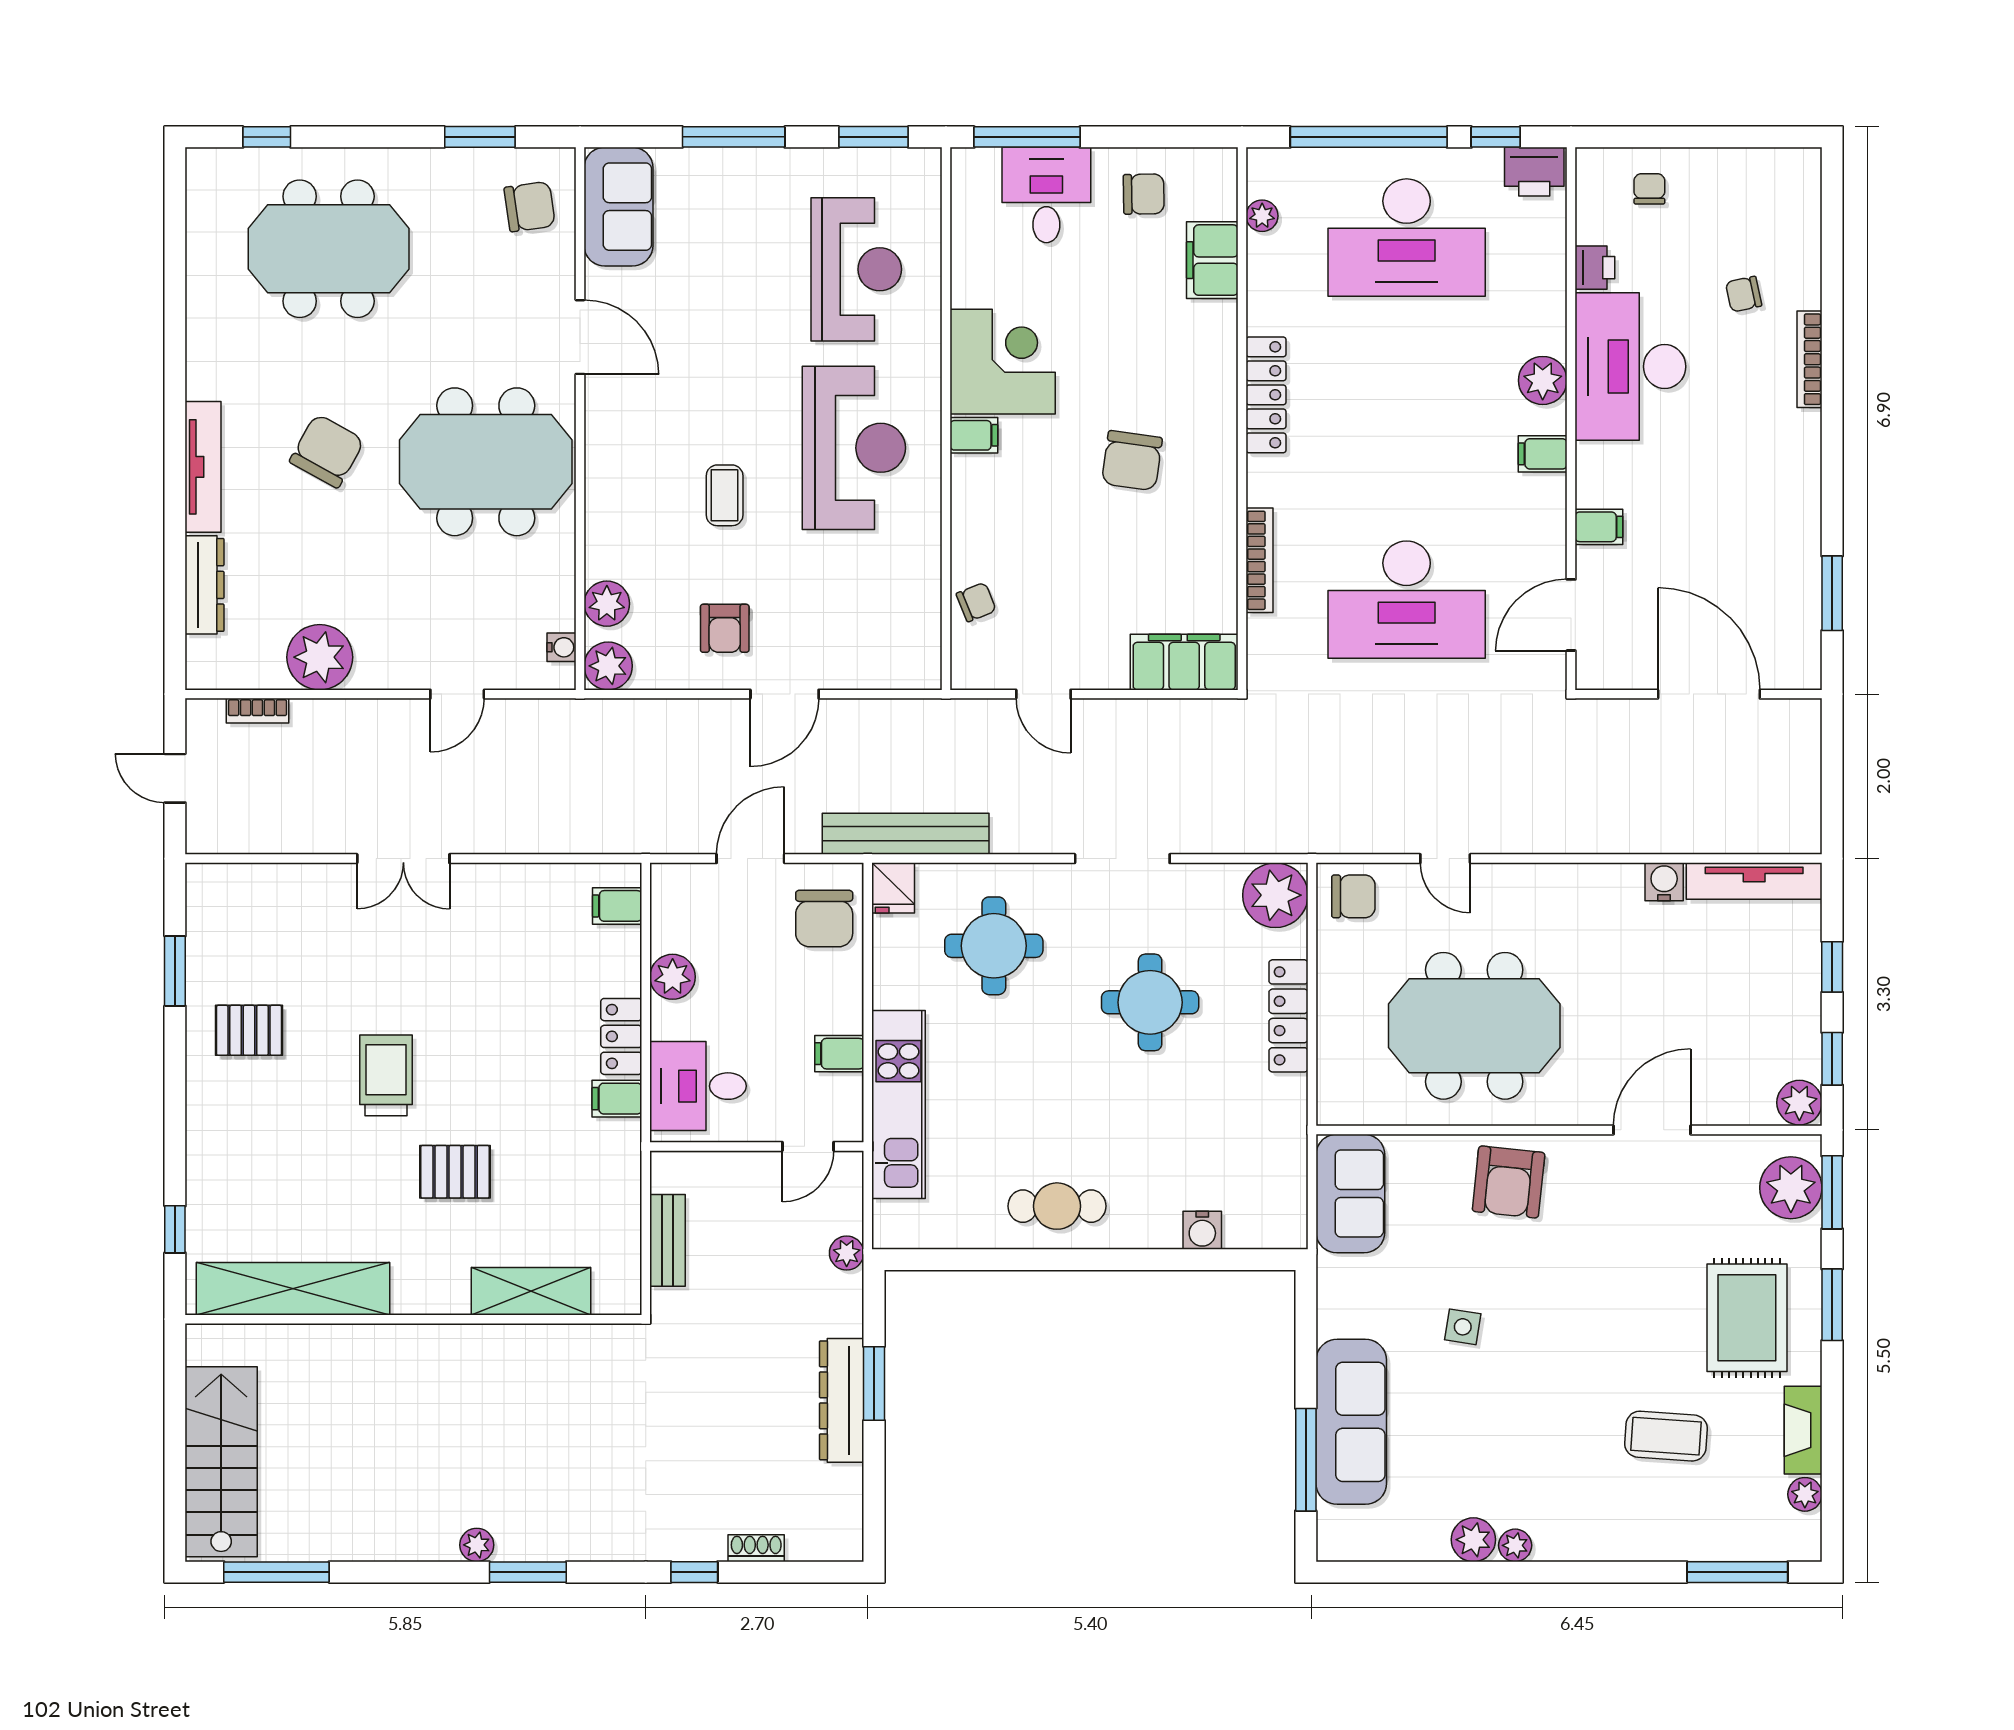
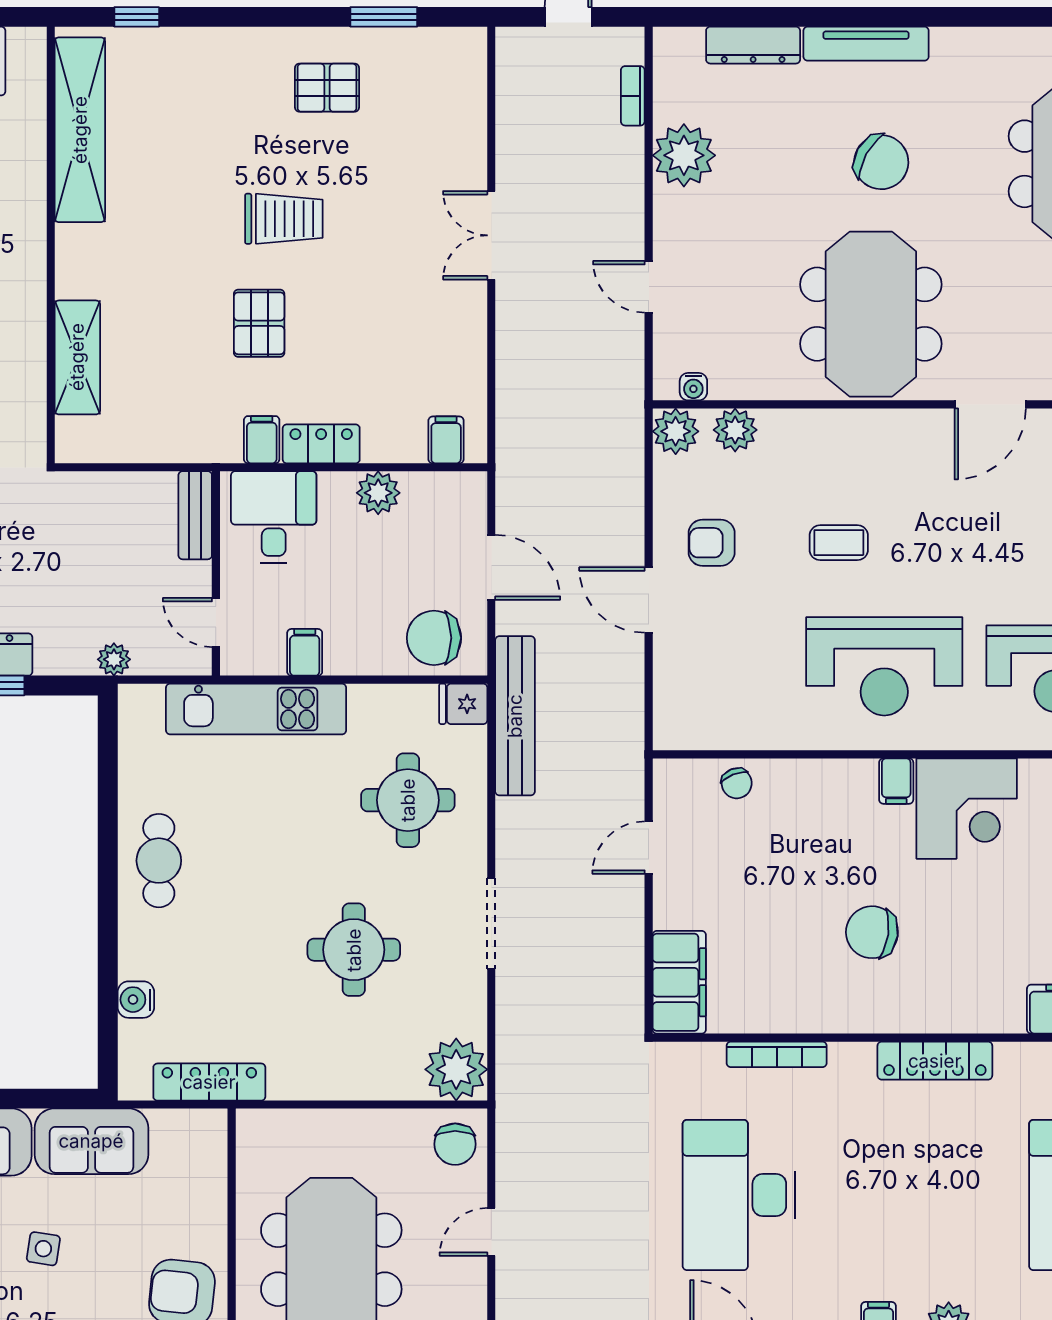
locker: (1288, 1016) -> (209, 1082), moved
pallet: (249, 1030) -> (327, 88), turned 90
pallet: (455, 1172) -> (259, 323), moved
sofa: (1350, 1193) -> (91, 1141), moved
bench: (667, 1240) -> (195, 515), moved, turned 90

